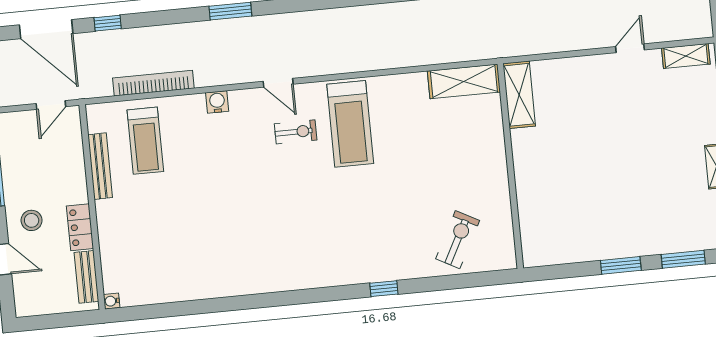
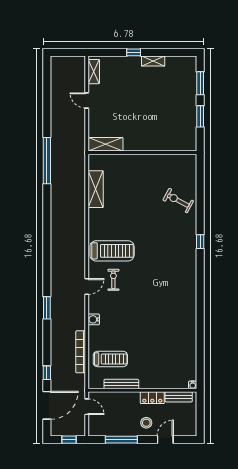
shelving: (519, 95) -> (106, 144), moved
wall: (510, 166) -> (142, 153), moved

